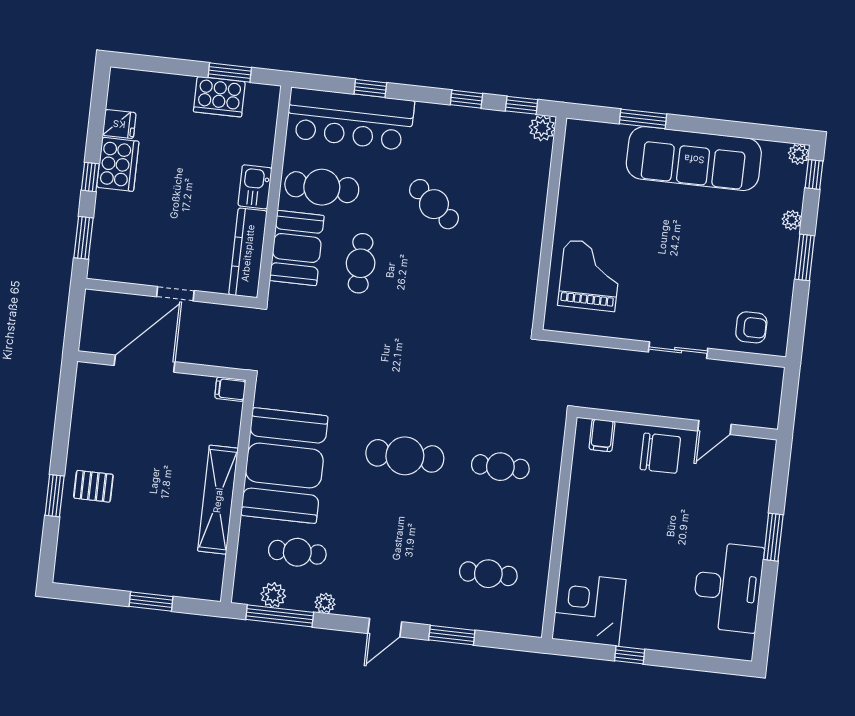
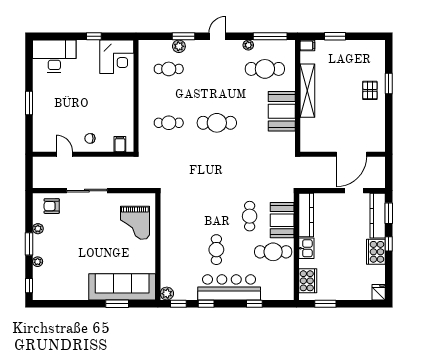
cooker: (219, 97) -> (308, 281), moved, turned 90
bar counter: (350, 119) -> (229, 287), moved
fridge: (119, 124) -> (379, 292), moved, turned 90
plant: (799, 154) -> (38, 229), moved
sofa: (694, 159) -> (122, 287), moved
cafe table: (434, 204) -> (216, 250), turned 51
kitchen counter: (106, 236) -> (378, 216), added
doorway: (175, 294) -> (354, 191), moved
sliding door: (678, 350) -> (87, 191), width x1.37
filing cabinet: (230, 389) -> (307, 46), moved
door: (715, 428) -> (64, 154), hinge flipped
chair: (660, 453) -> (90, 138), width x0.54, depth x0.54
booth: (284, 466) -> (282, 111), width x0.73, depth x0.70
pallet: (93, 486) -> (370, 90), turned 90
cafe table: (297, 552) -> (265, 69), width x1.37, depth x1.35
desk: (728, 587) -> (54, 56), moved, turned 90
plant: (273, 595) -> (179, 46), moved

